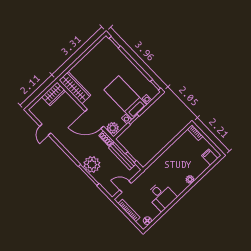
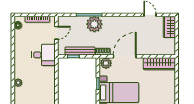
wardrobe: (54, 94) -> (169, 27), moved
desk: (161, 196) -> (44, 55), moved, turned 180

